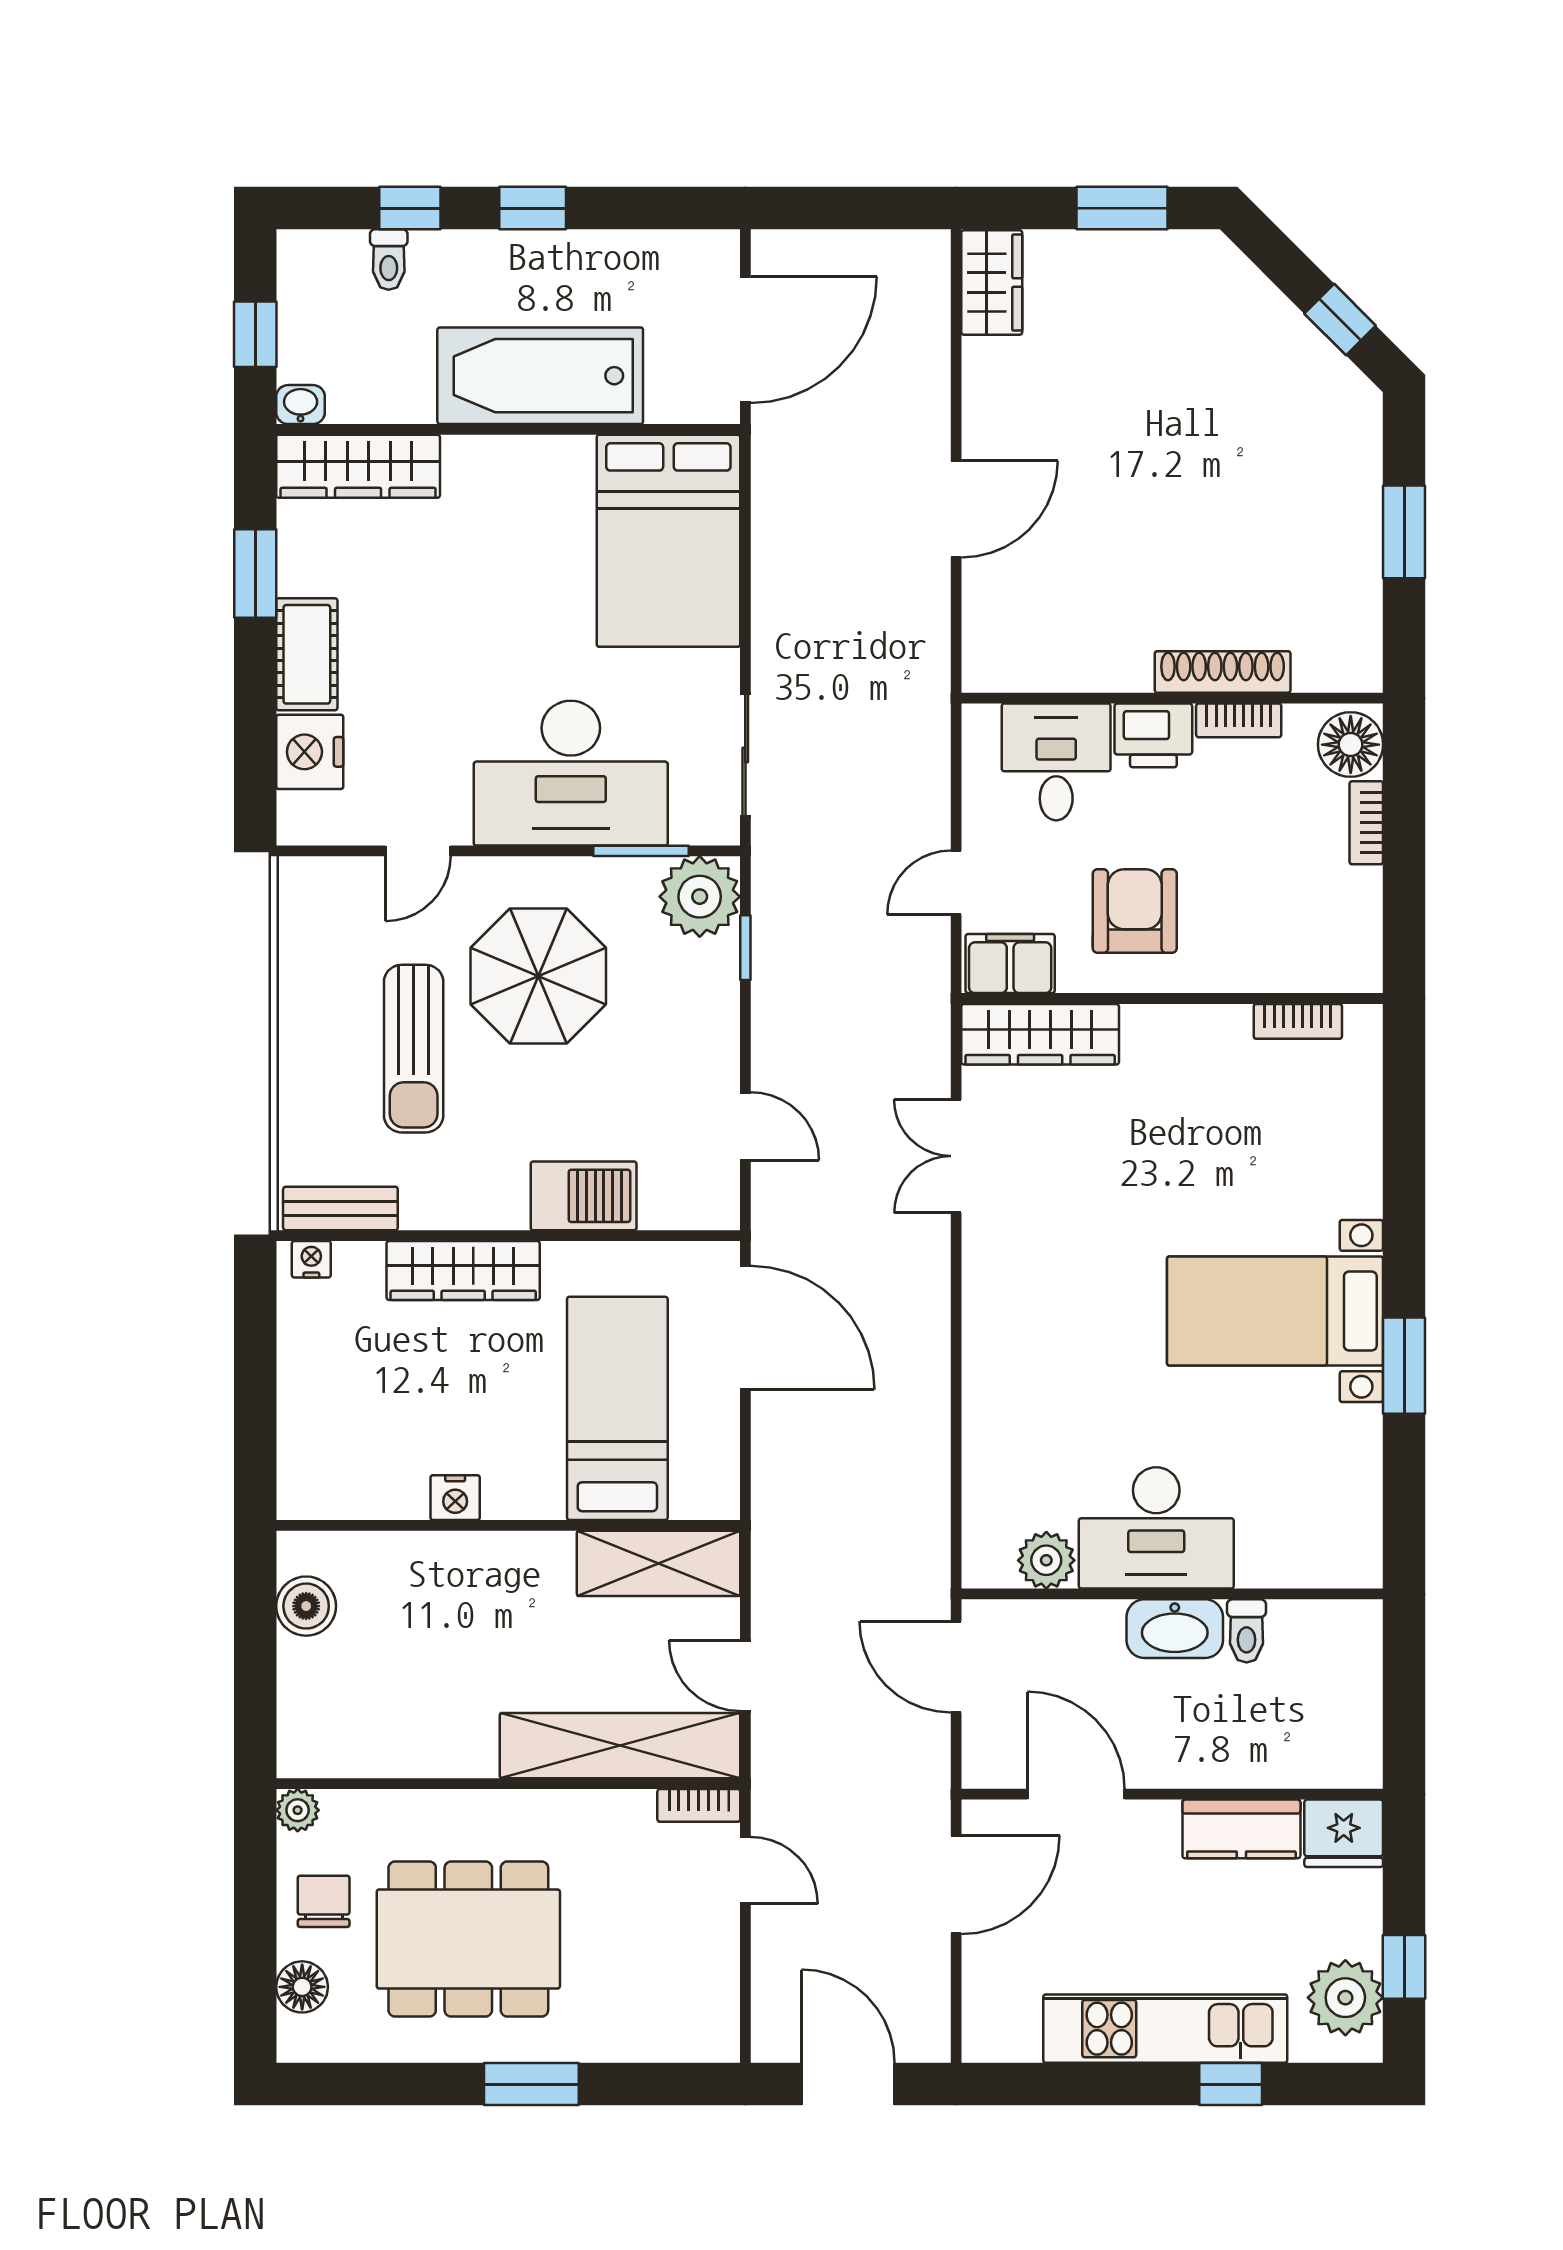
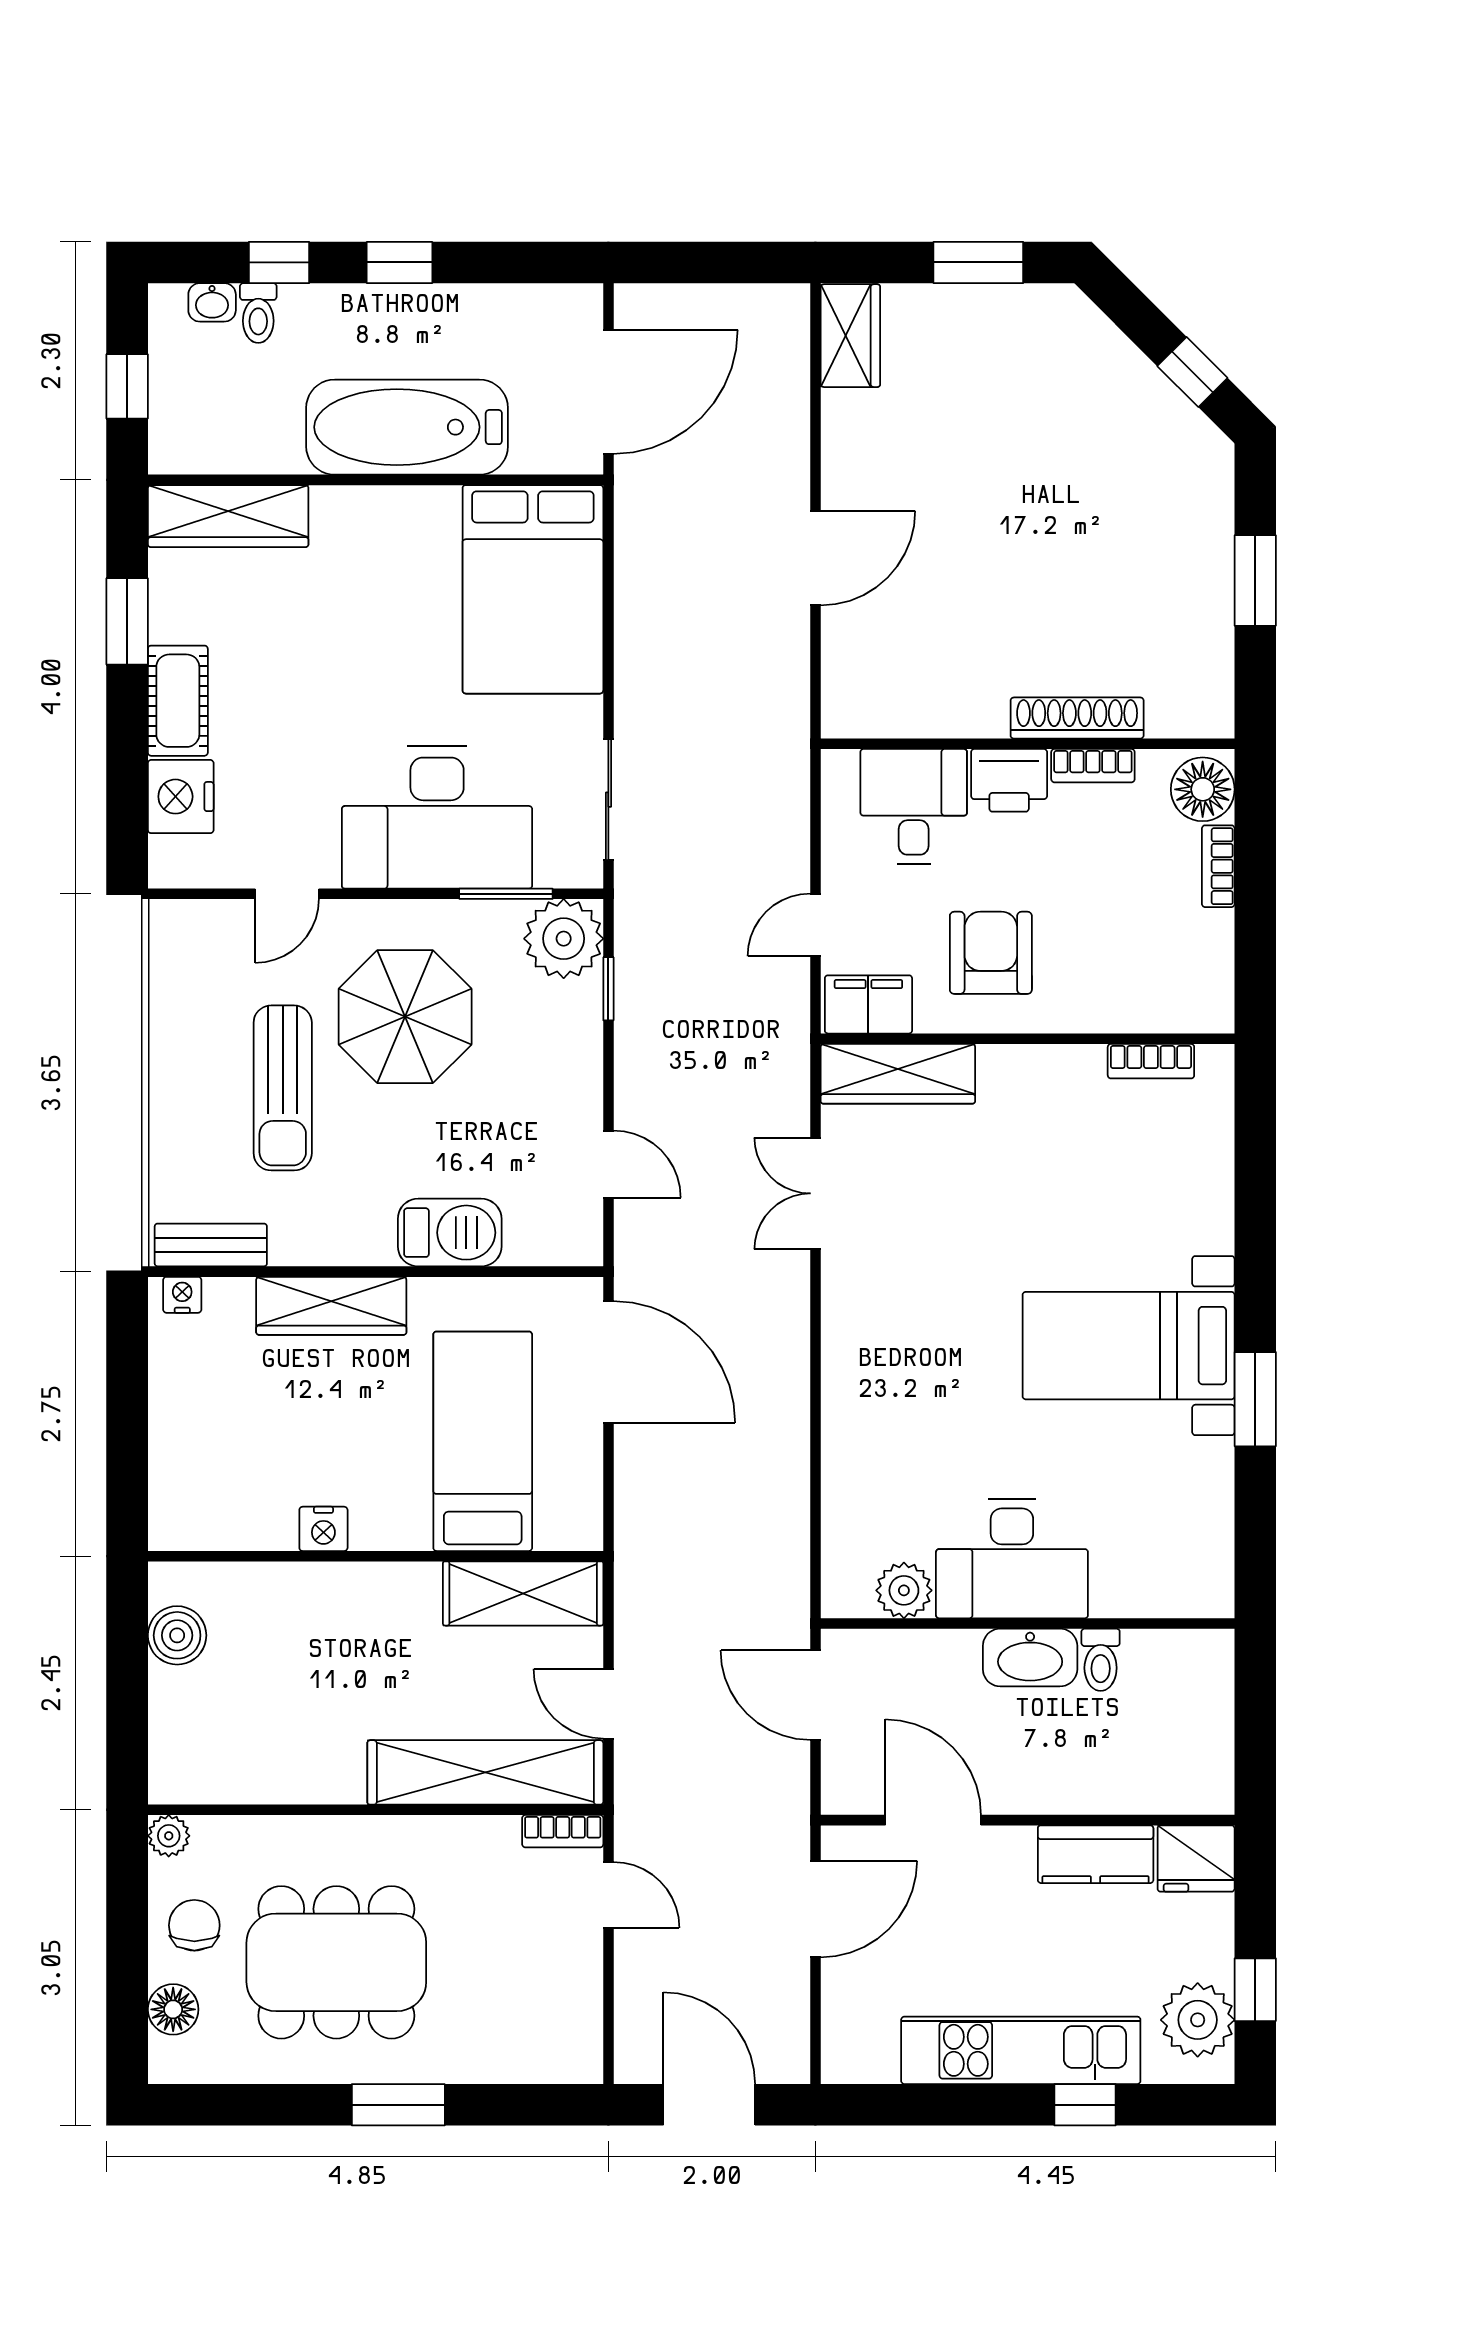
washbasin: (301, 405) -> (212, 302), moved, turned 180

